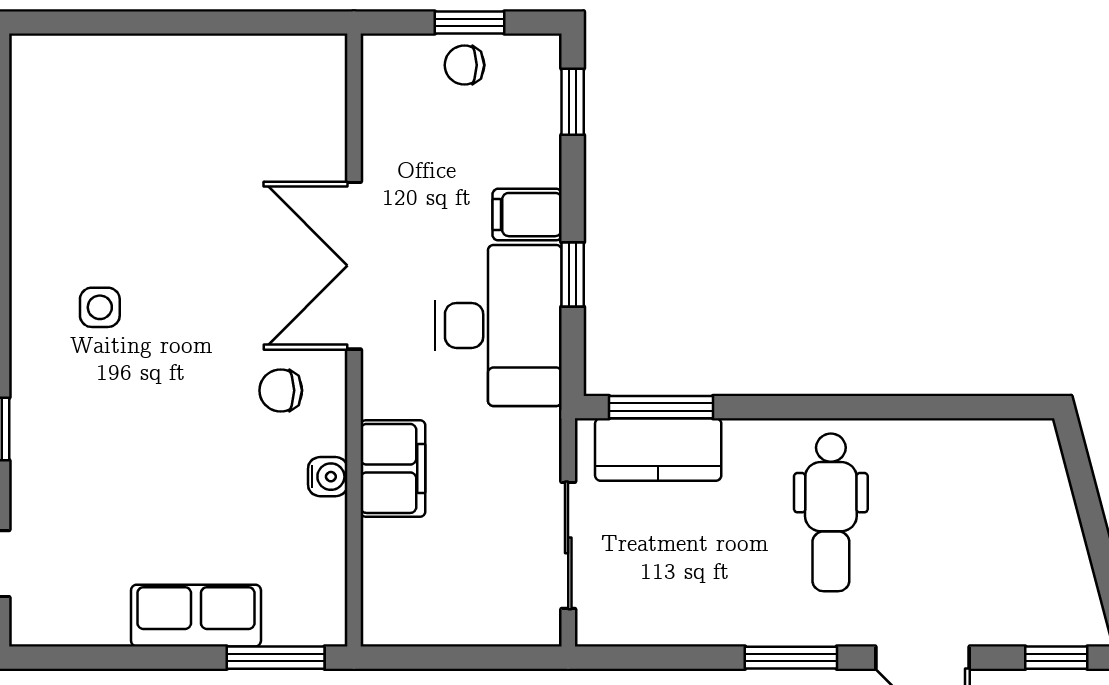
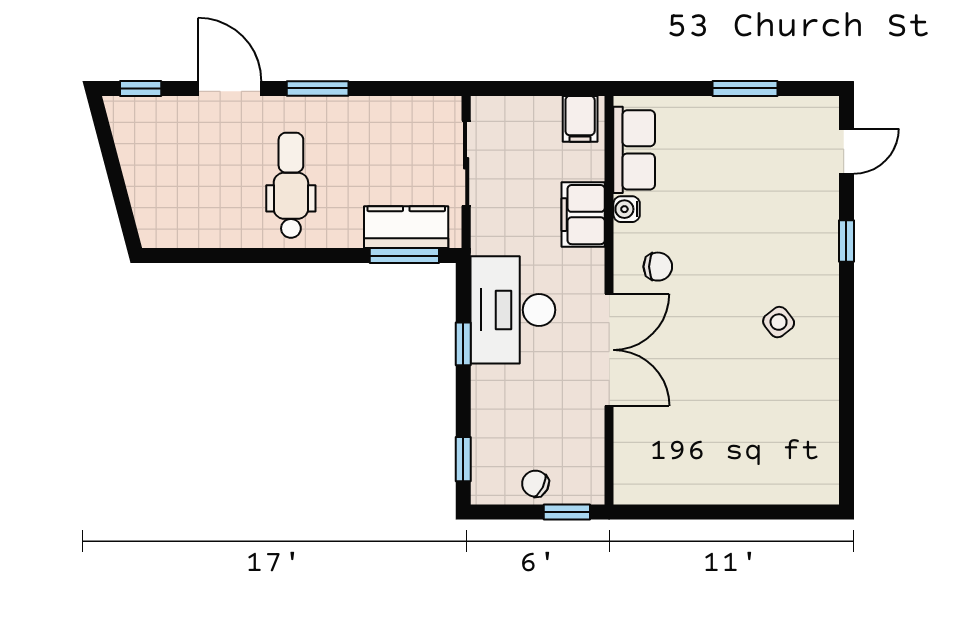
window: (469, 23) -> (567, 512), moved
chair: (464, 65) -> (535, 484), turned -153
filing cabinet: (527, 215) -> (580, 119), moved, turned 90
side table: (100, 307) -> (779, 322), turned -38
row of seats: (196, 616) -> (634, 150), moved, turned -90
window: (276, 658) -> (745, 88), moved

